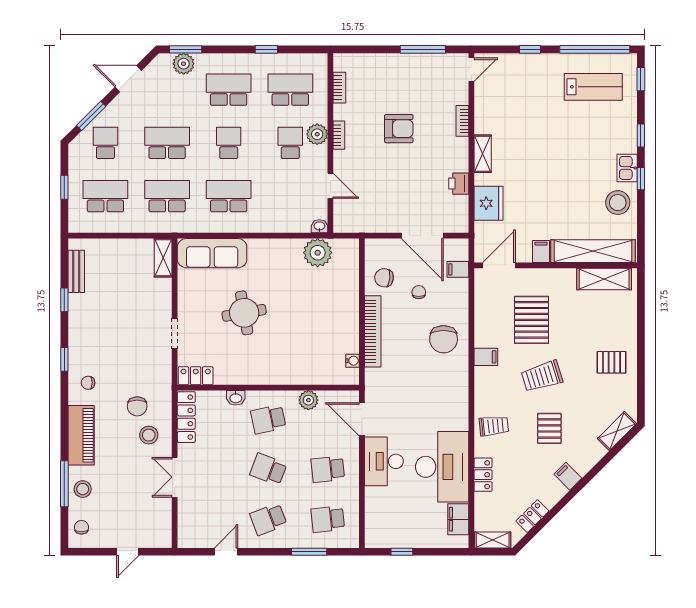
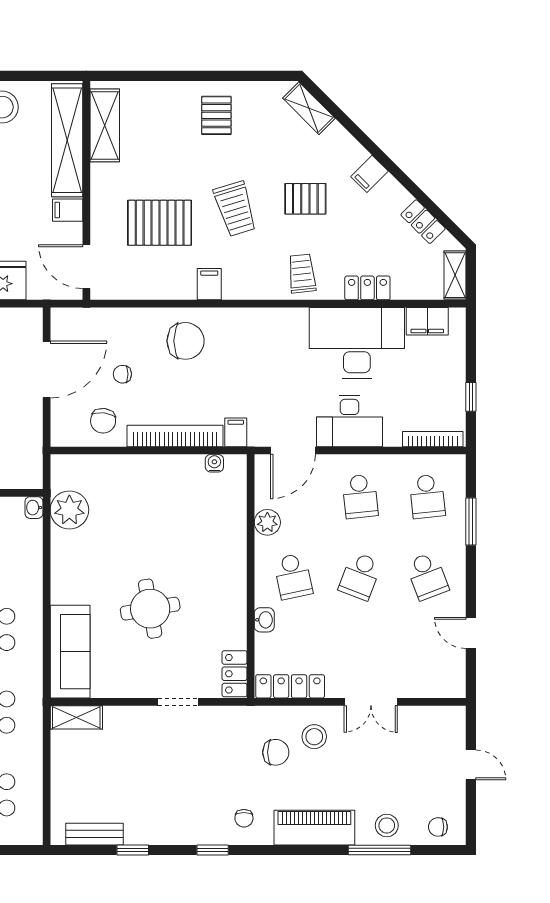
filing cabinet: (458, 269) -> (236, 432), moved, turned 180
bookcase: (370, 523) -> (433, 439), added

